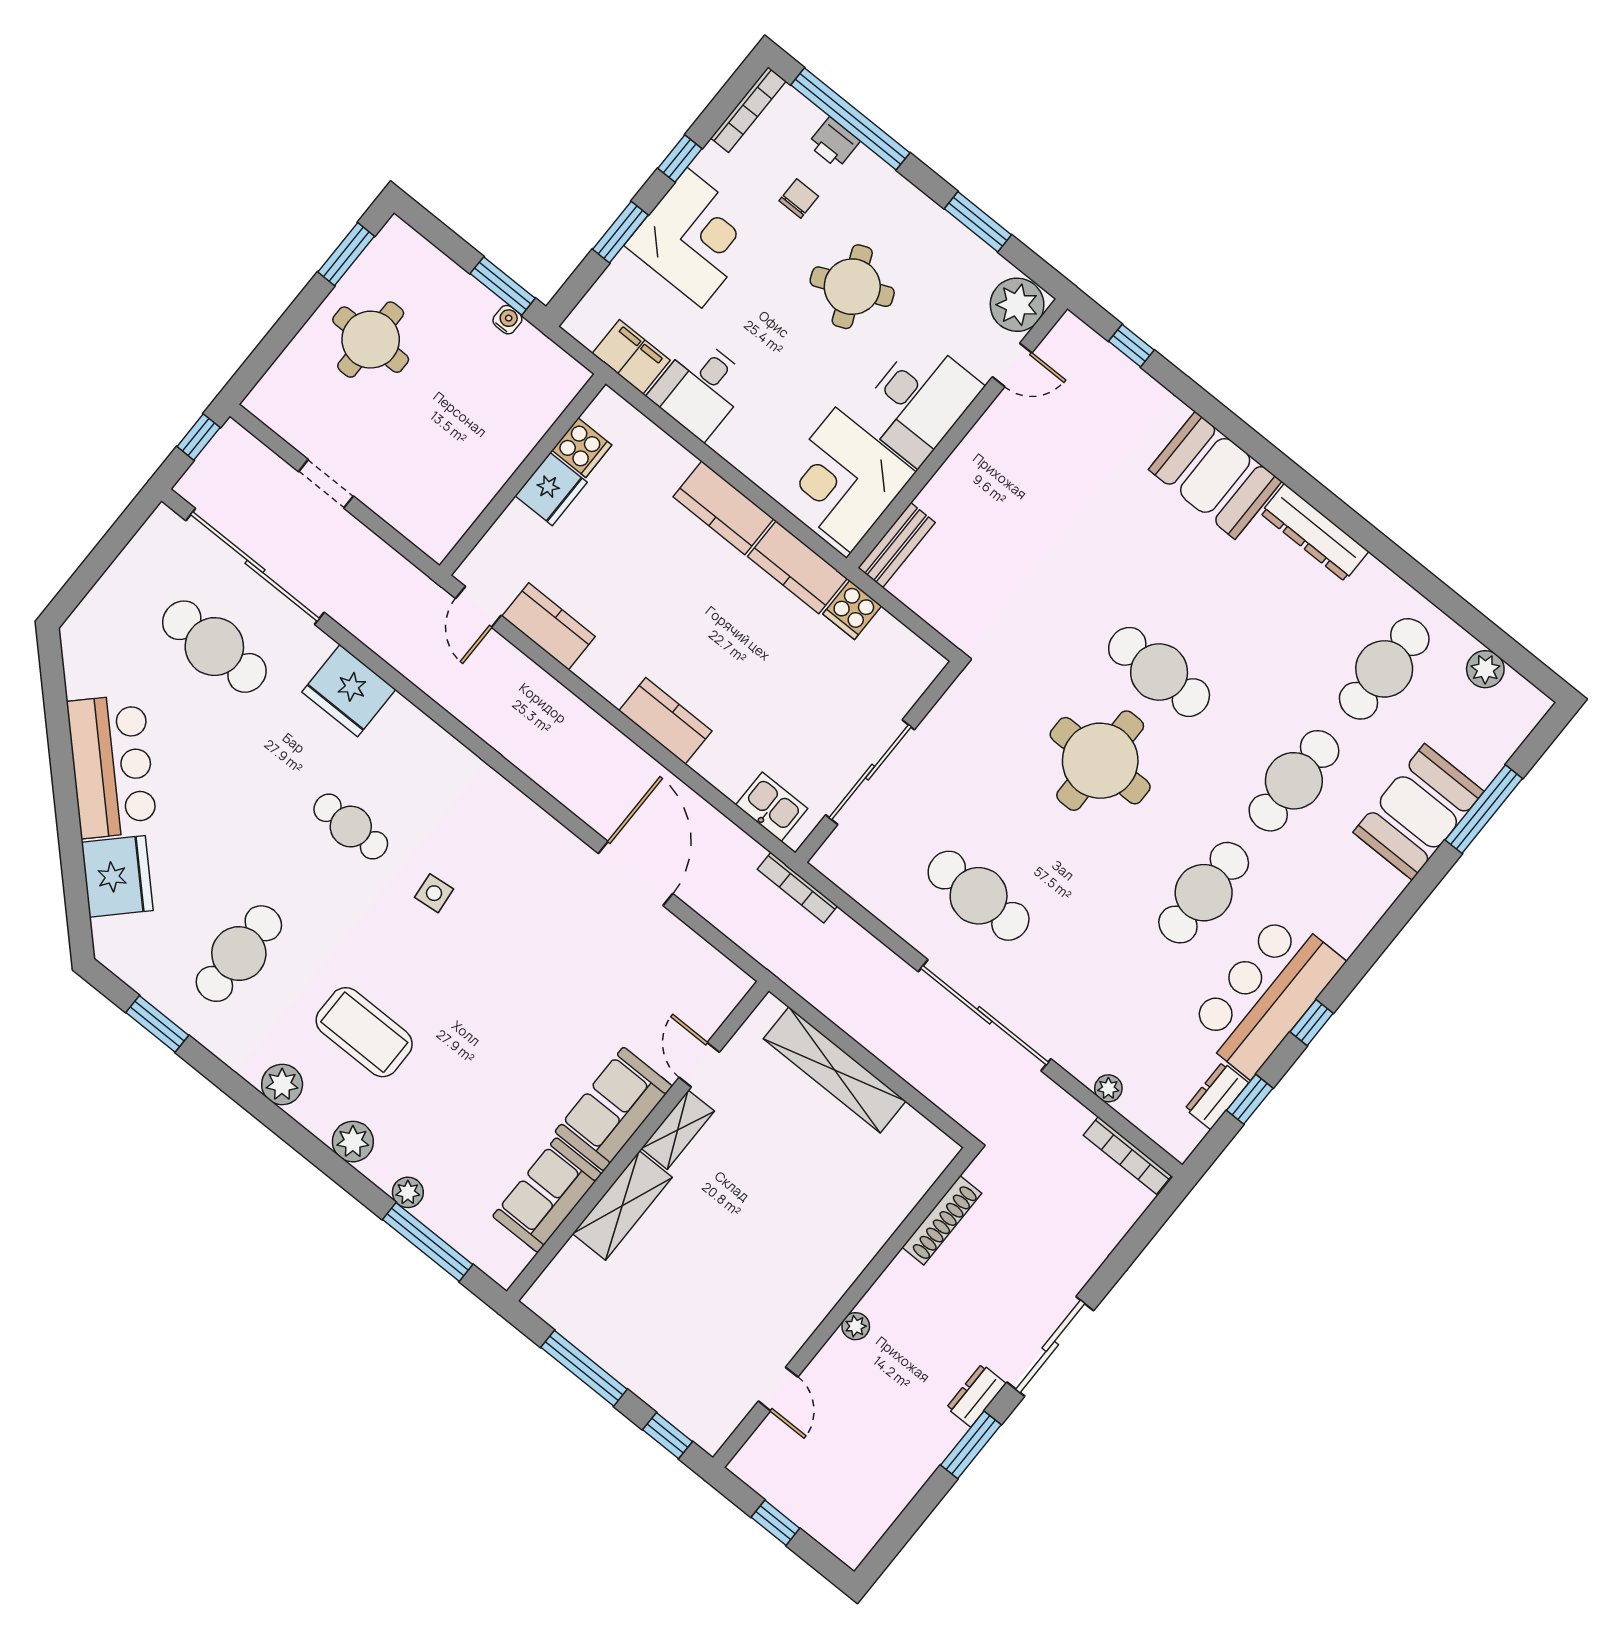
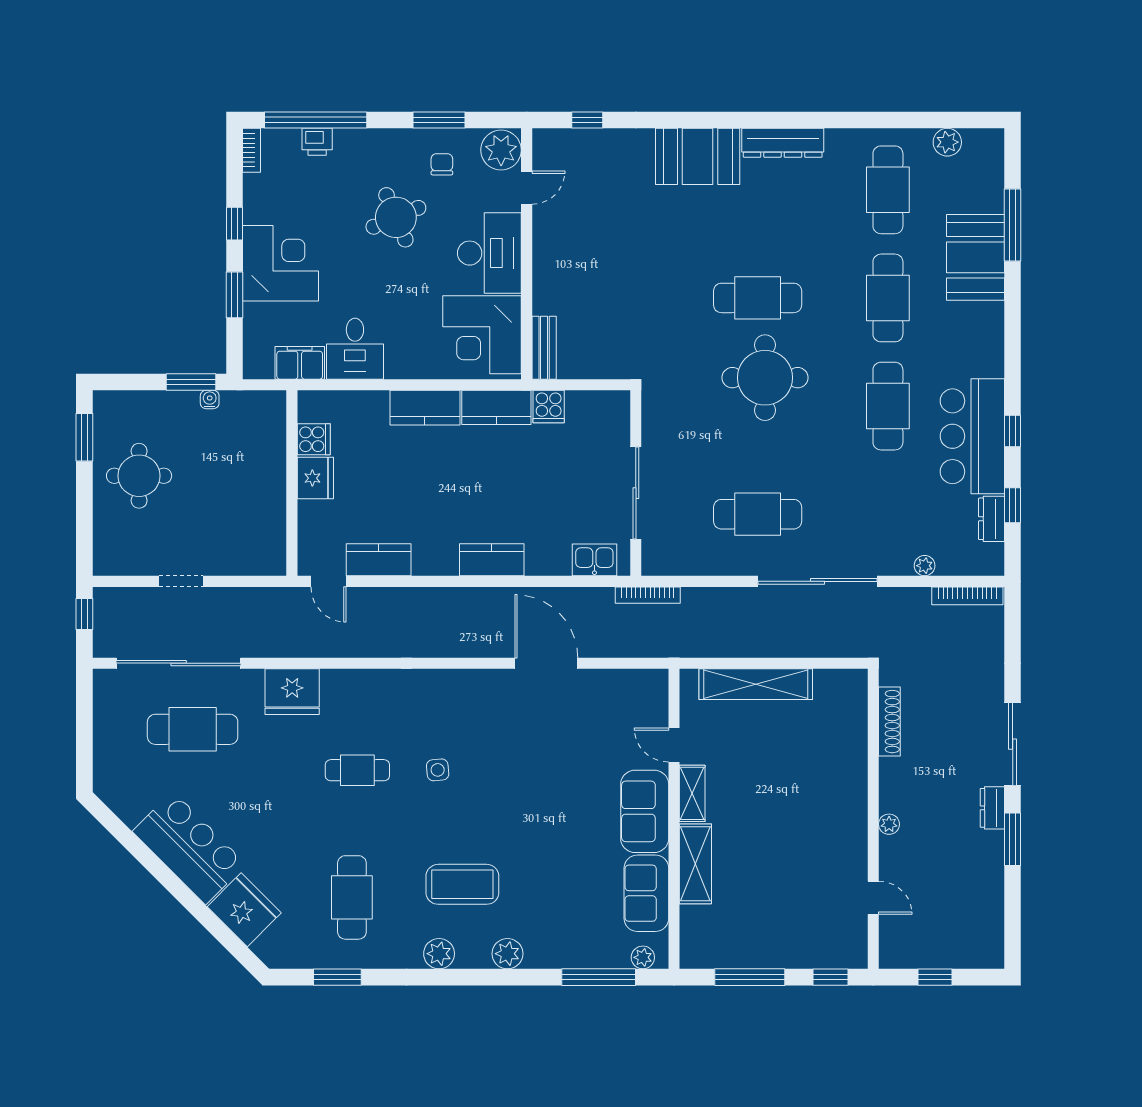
bookcase: (748, 109) -> (251, 150), width x0.64
chair: (799, 199) -> (442, 164), moved
plant: (408, 1192) -> (643, 957), moved

